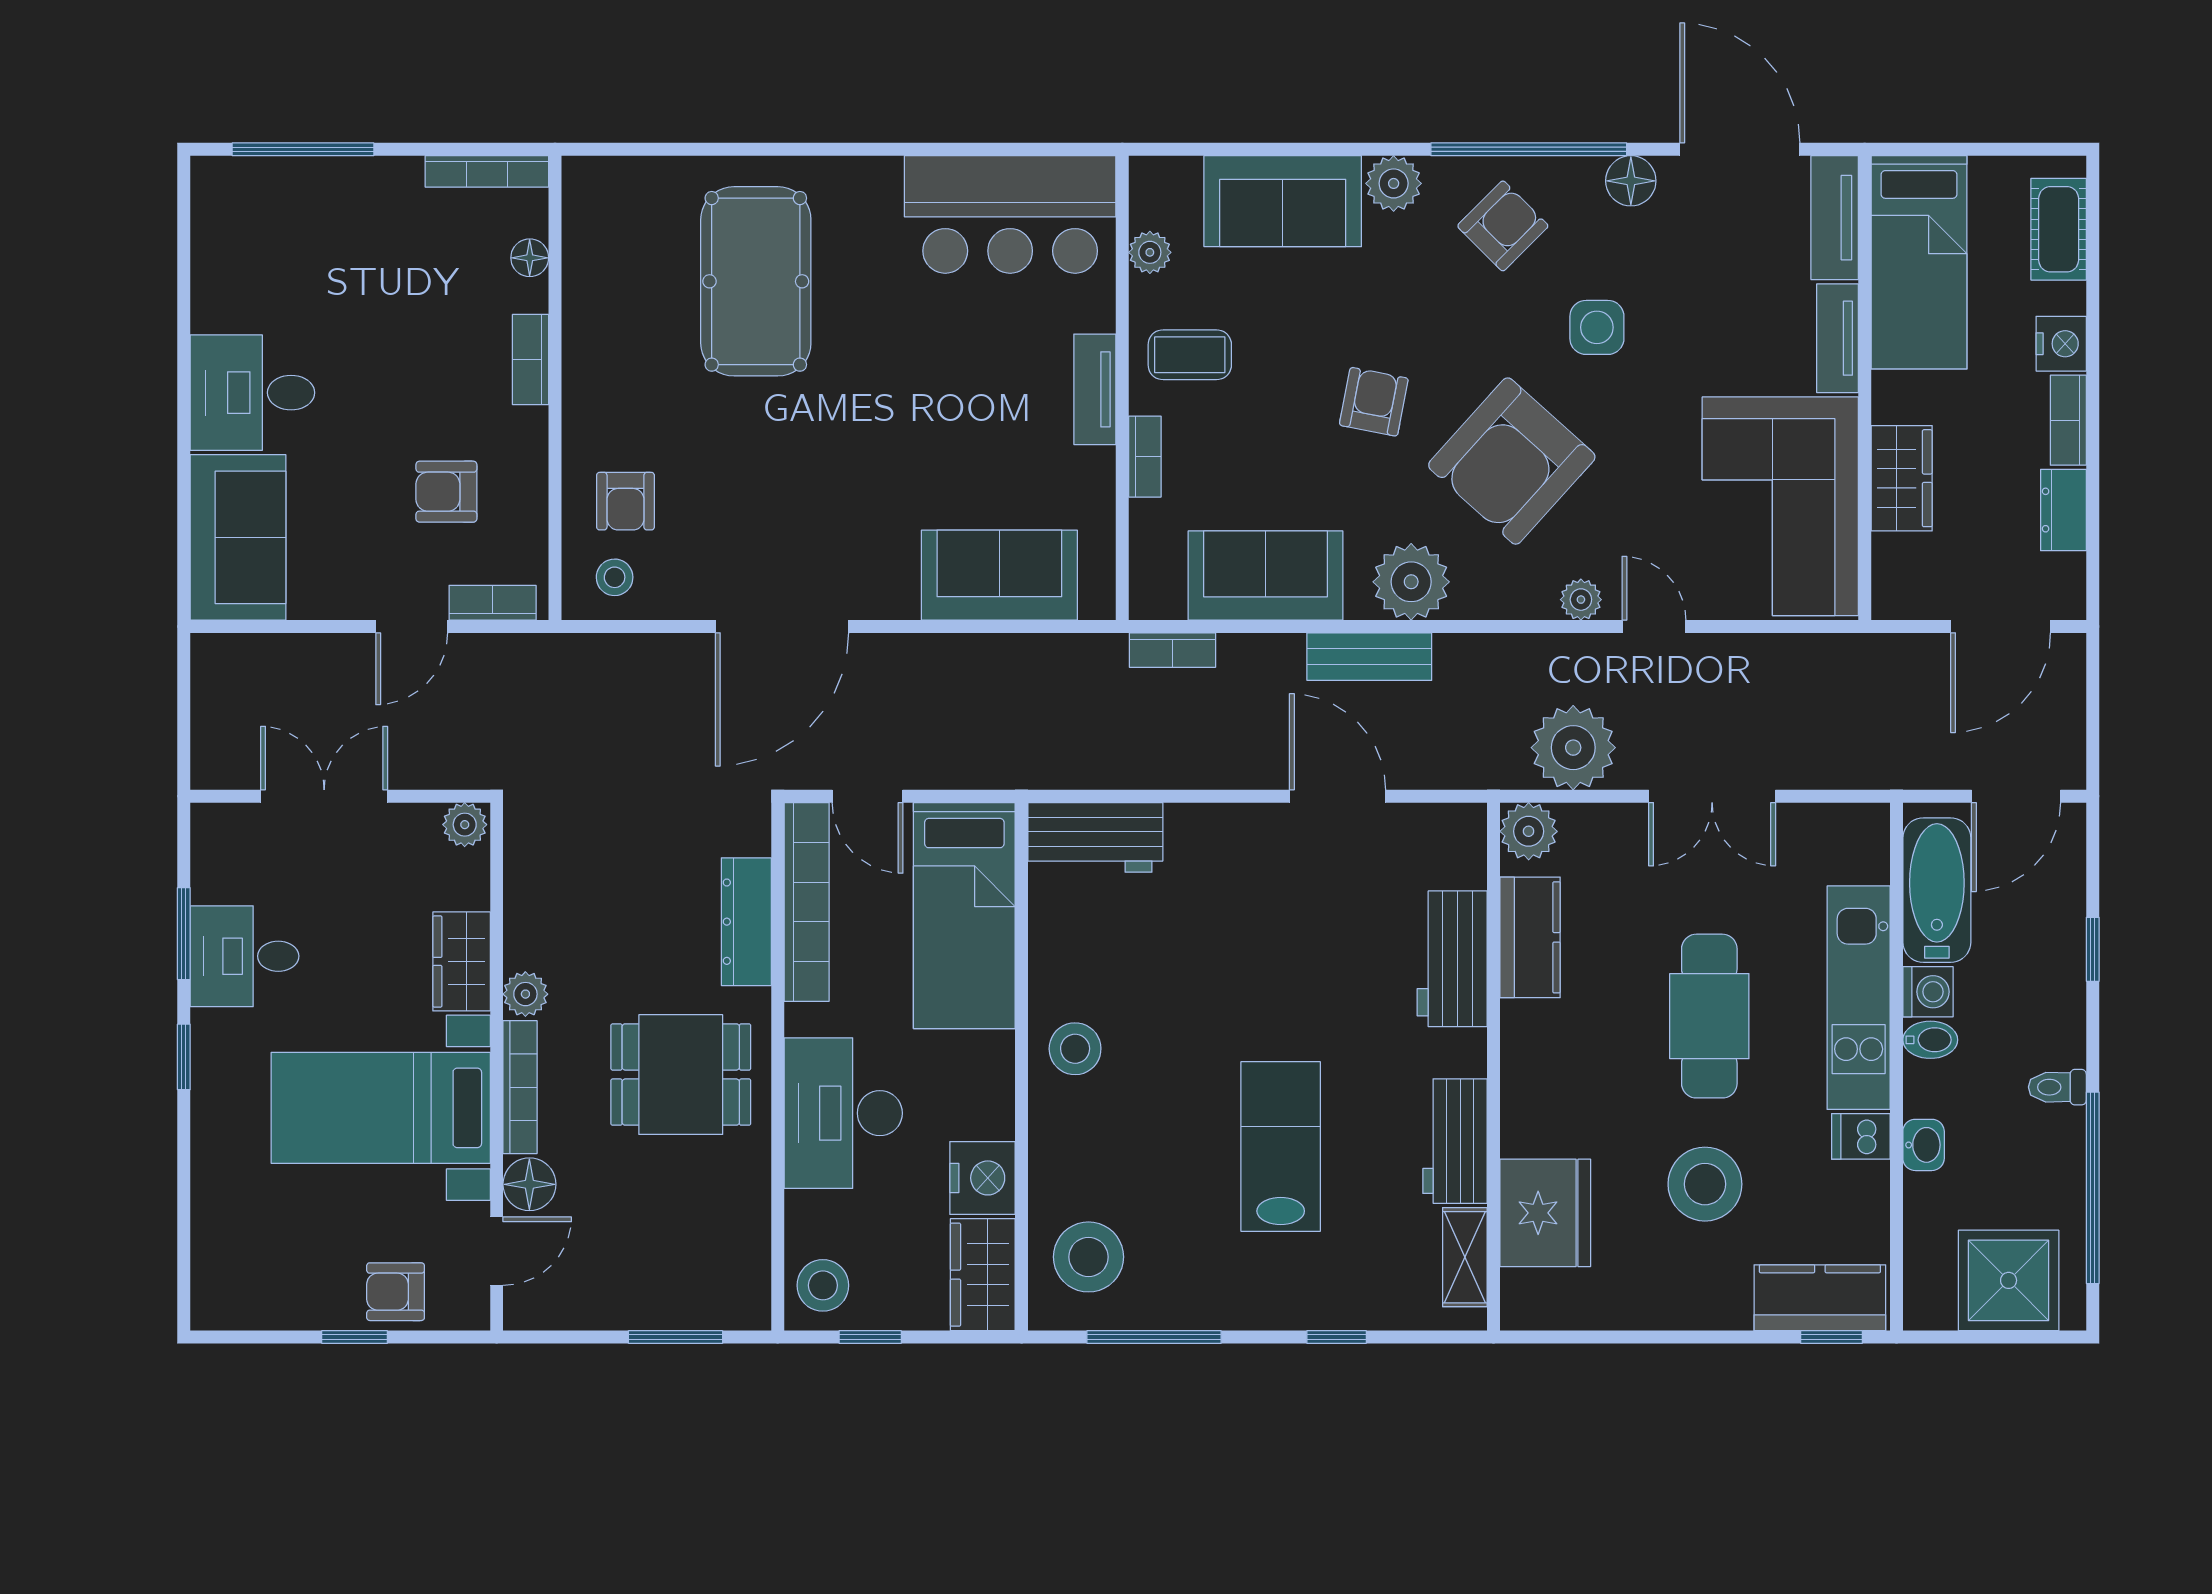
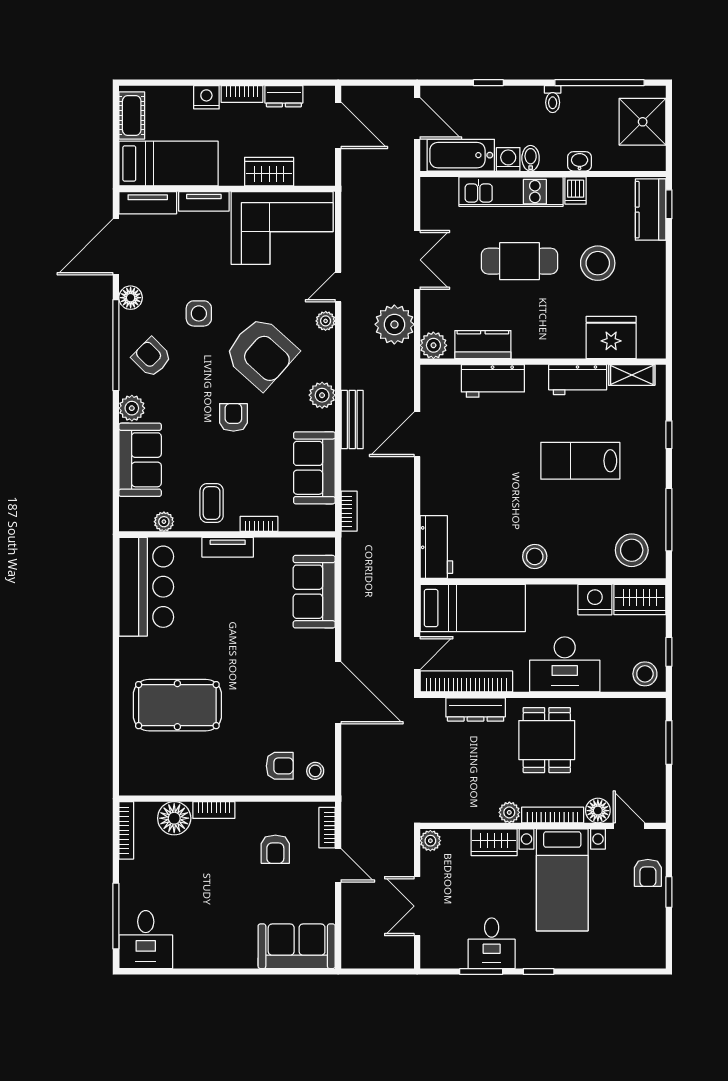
cot: (2059, 229) -> (132, 115), moved, turned 90
floor lamp: (530, 258) -> (174, 818), width x1.89, depth x1.89
desk: (252, 393) -> (146, 940), moved
armchair: (1374, 402) -> (233, 417), turned 79
plant: (1411, 582) -> (322, 395), width x0.73, depth x0.73

